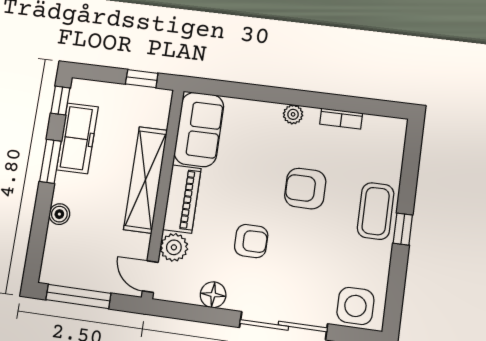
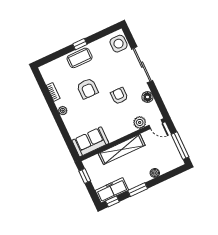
freezer: (77, 138) -> (112, 190), moved
piano: (182, 199) -> (120, 131), removed
door: (150, 277) -> (156, 124), hinge flipped

